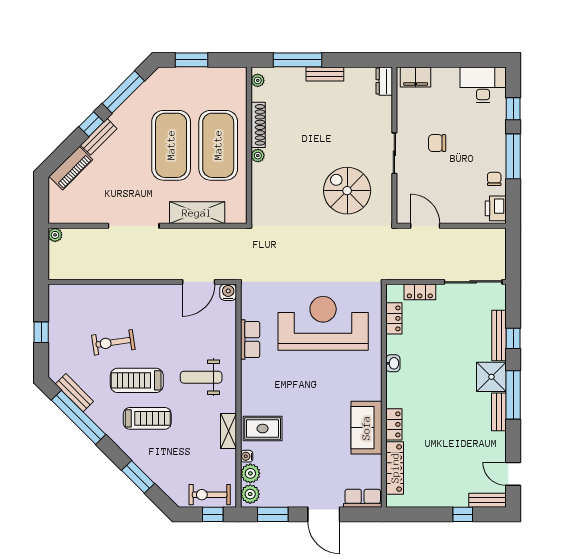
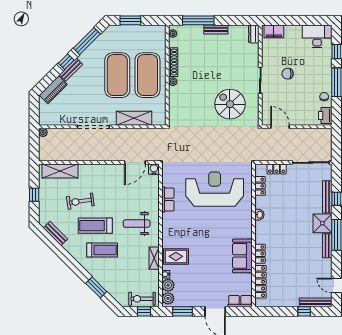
shelving: (82, 295) -> (60, 171), added
window: (79, 417) -> (58, 249), removed
bench: (488, 500) -> (316, 302), width x1.36

